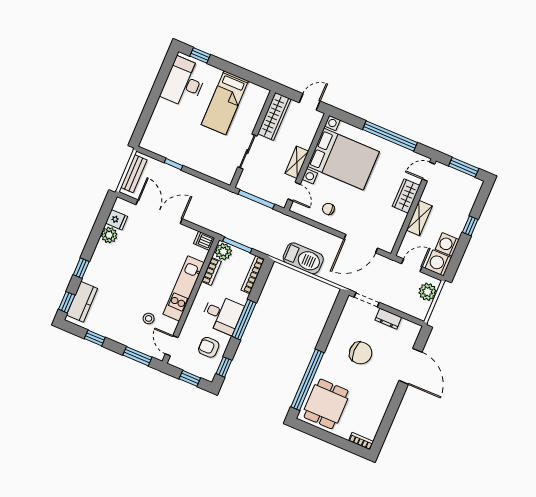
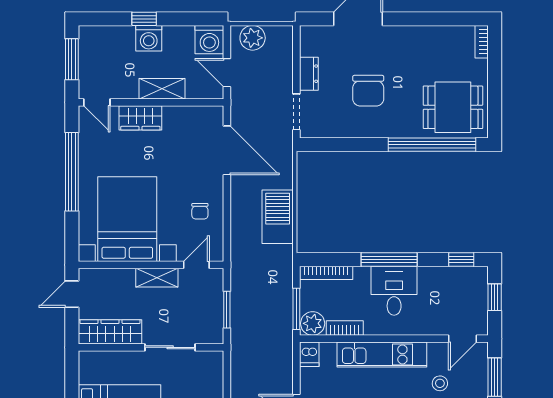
door: (310, 102) -> (72, 294), hinge flipped
window: (256, 199) -> (227, 310), width x0.69
washing machine: (447, 244) -> (149, 38), moved
armchair: (209, 347) -> (444, 290), removed
chair: (361, 353) -> (368, 91), turned 180

